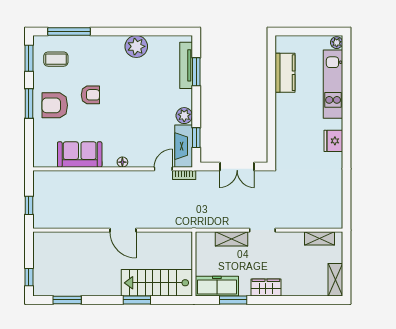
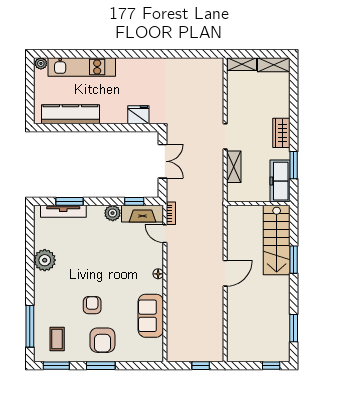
kitchen counter: (285, 73) -> (70, 114), width x1.50
fridge: (333, 141) -> (138, 115), moved, turned 180
shelving: (320, 238) -> (242, 64), moved, turned 90

